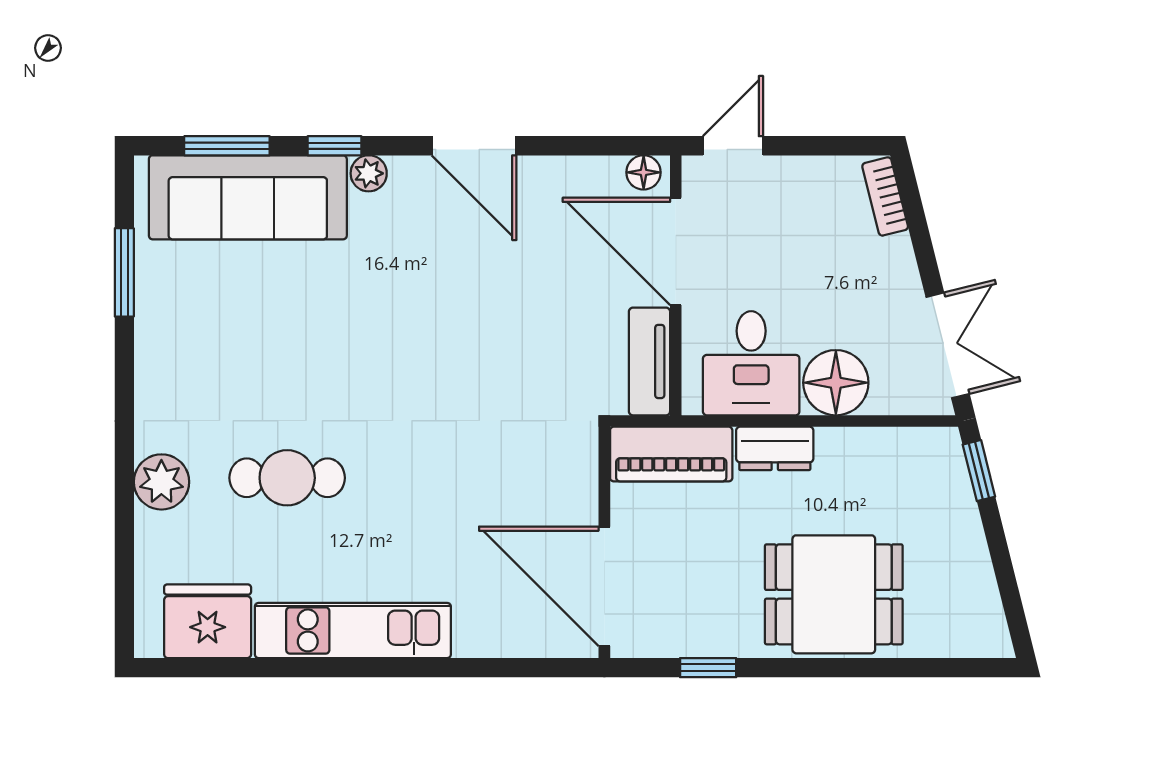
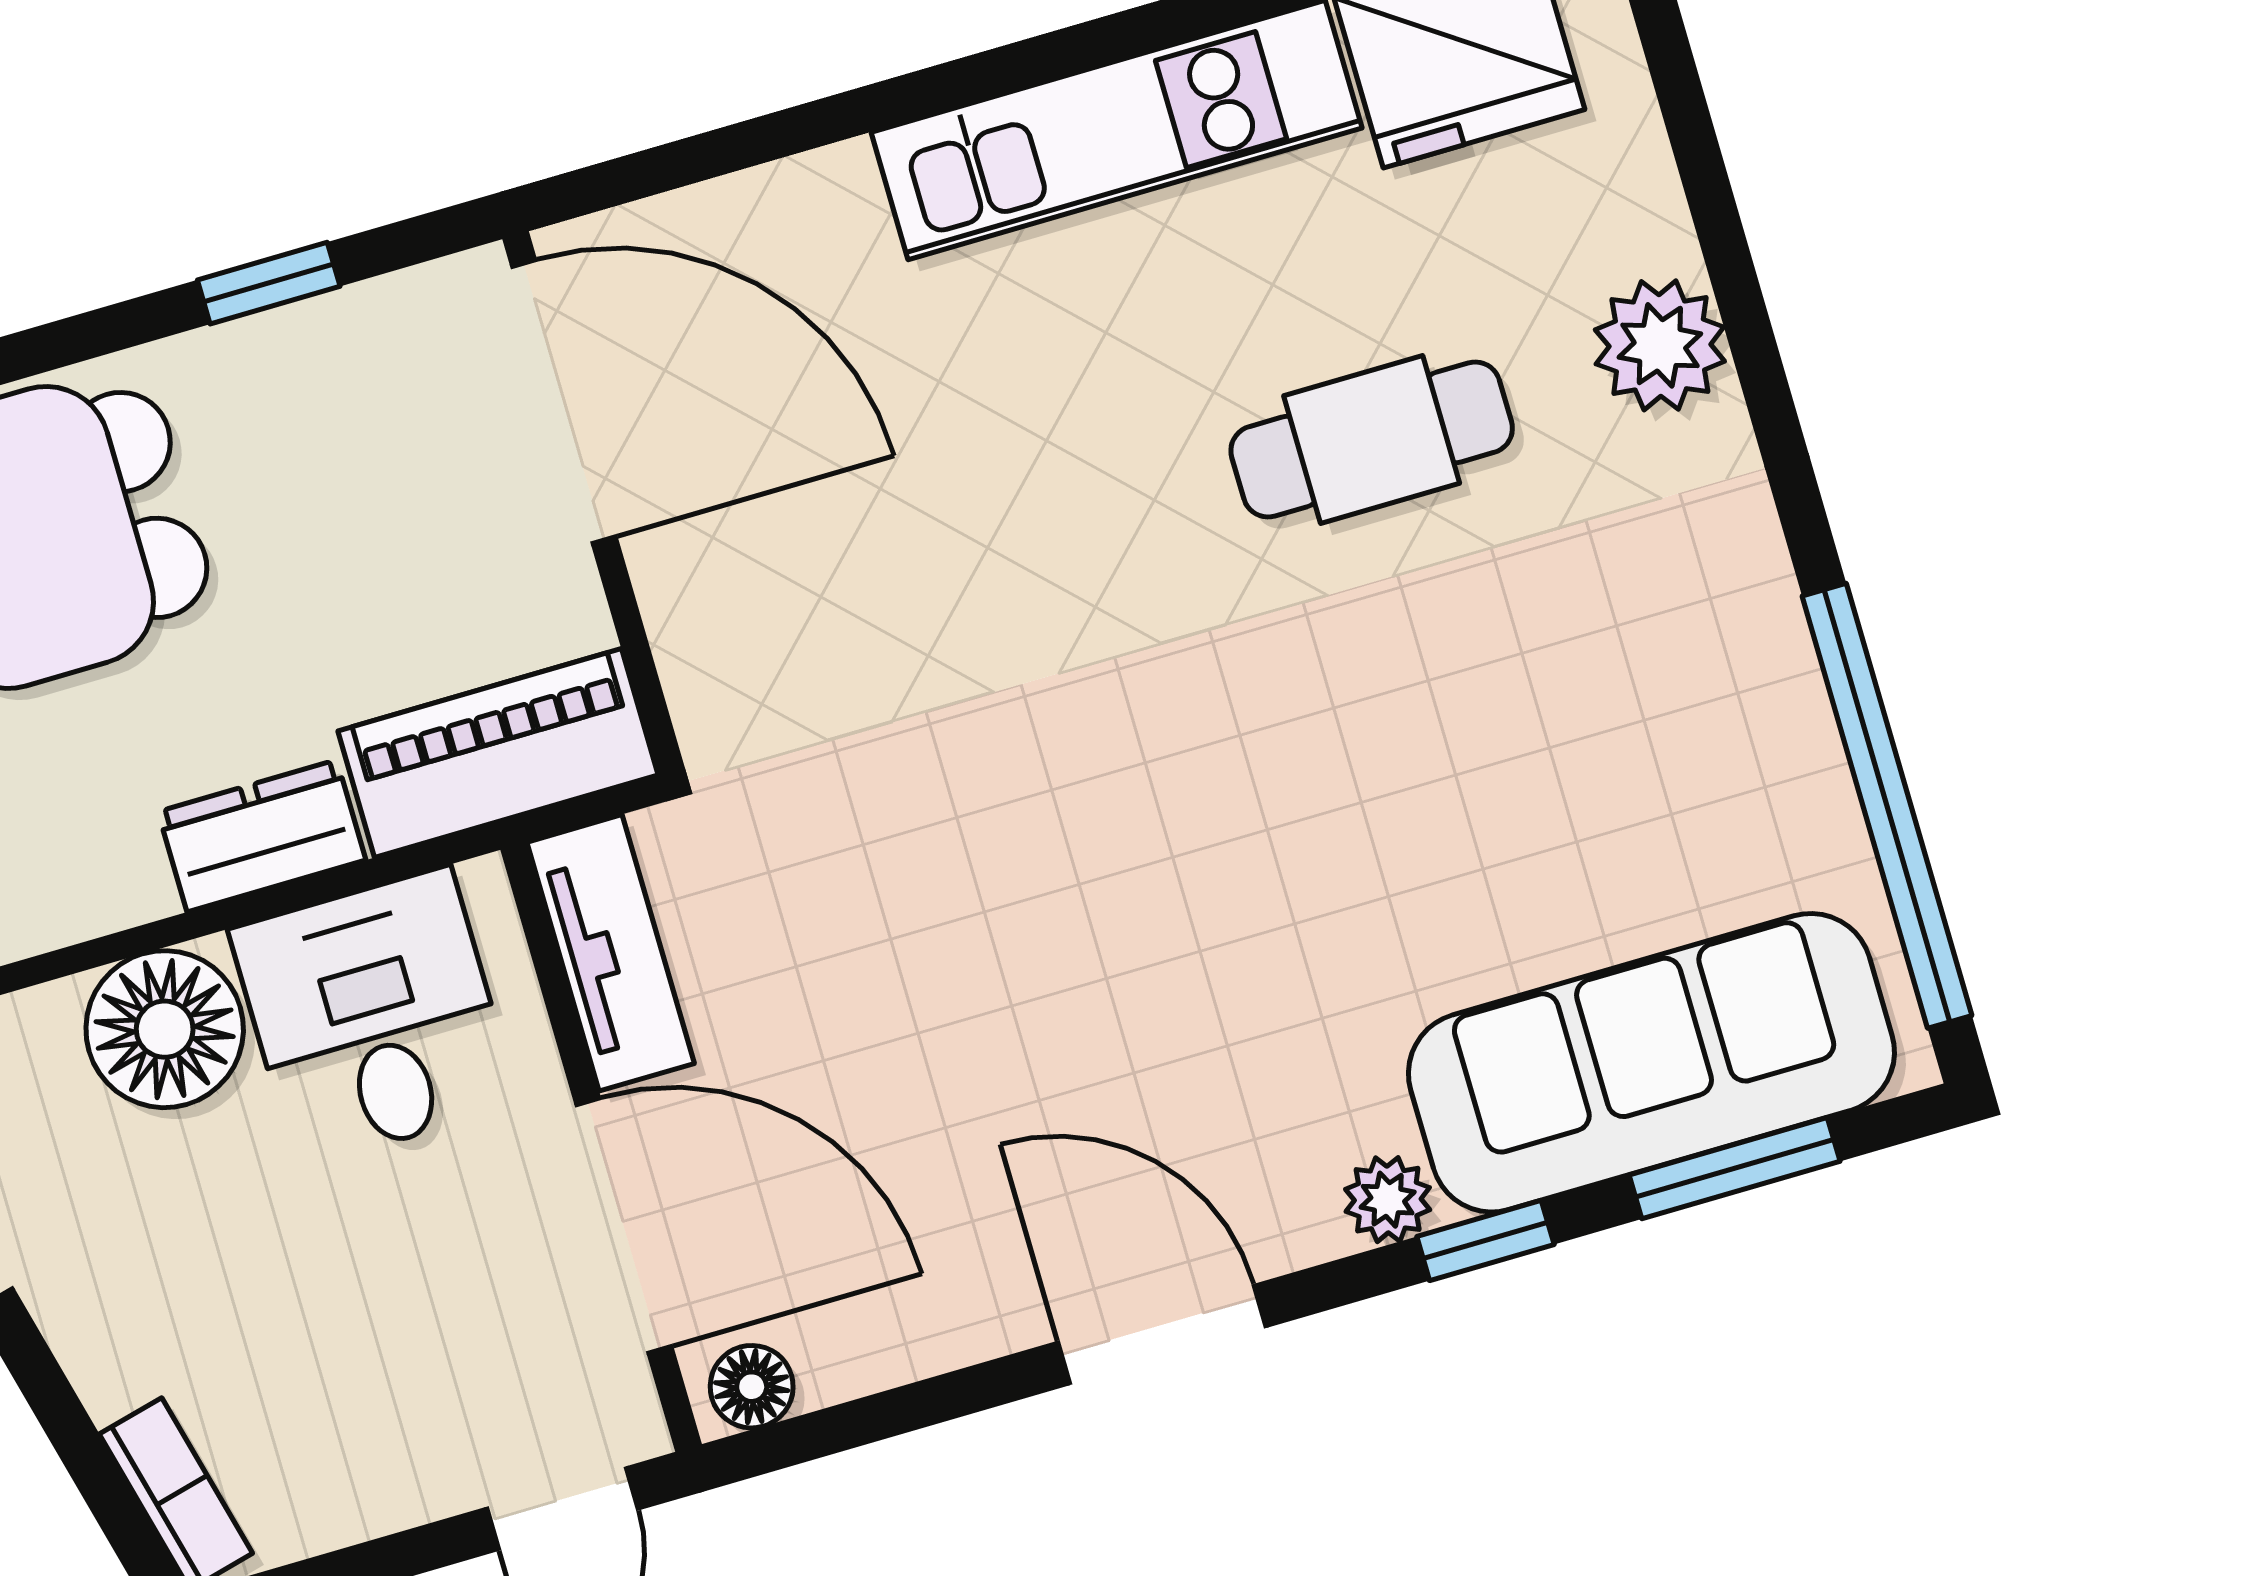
window: (124, 272) -> (1887, 806), width x2.11

